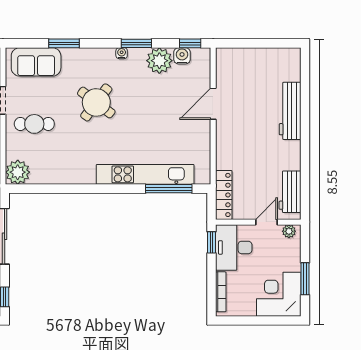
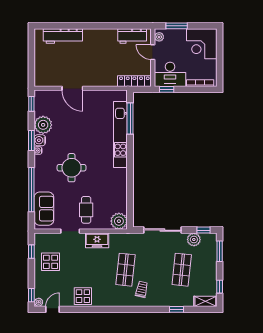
window: (64, 43) -> (31, 190), width x2.11
water cooler: (182, 56) -> (40, 140), moved
round table: (96, 102) -> (72, 168), turned -37
workbench: (290, 111) -> (63, 36), moved
window: (305, 279) -> (177, 26), moved

